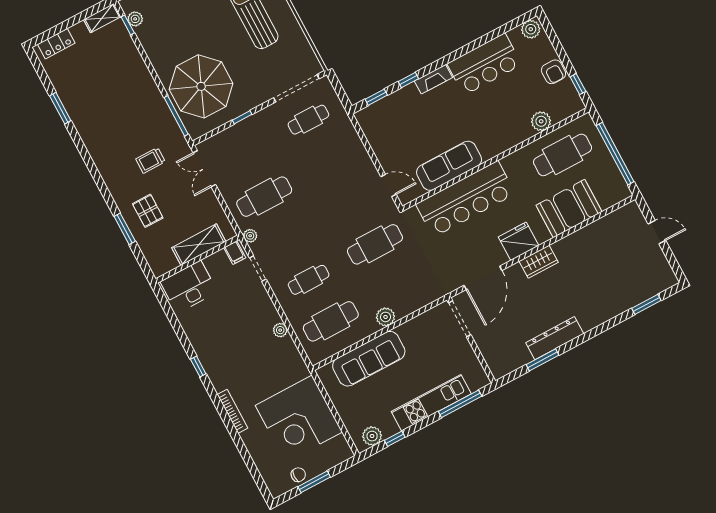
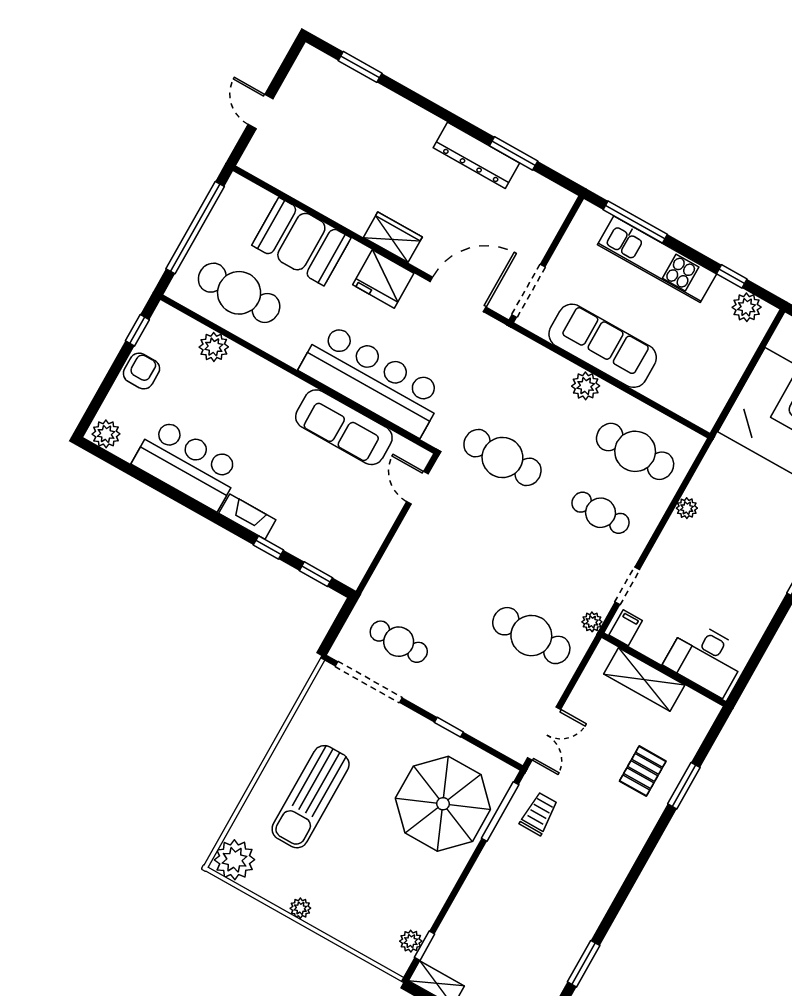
trolley: (150, 160) -> (539, 814), moved, turned -90
sofa: (369, 359) -> (603, 346), moved

